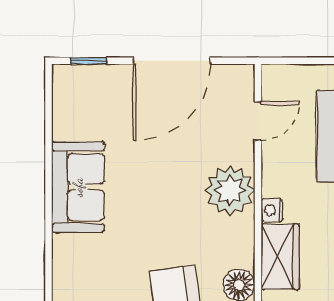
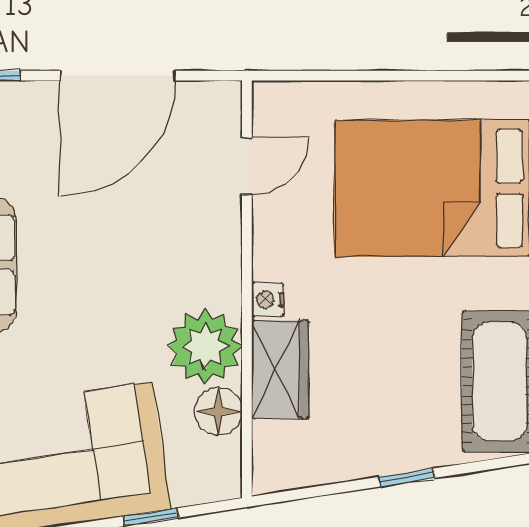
plant: (230, 190) -> (205, 347), moved

